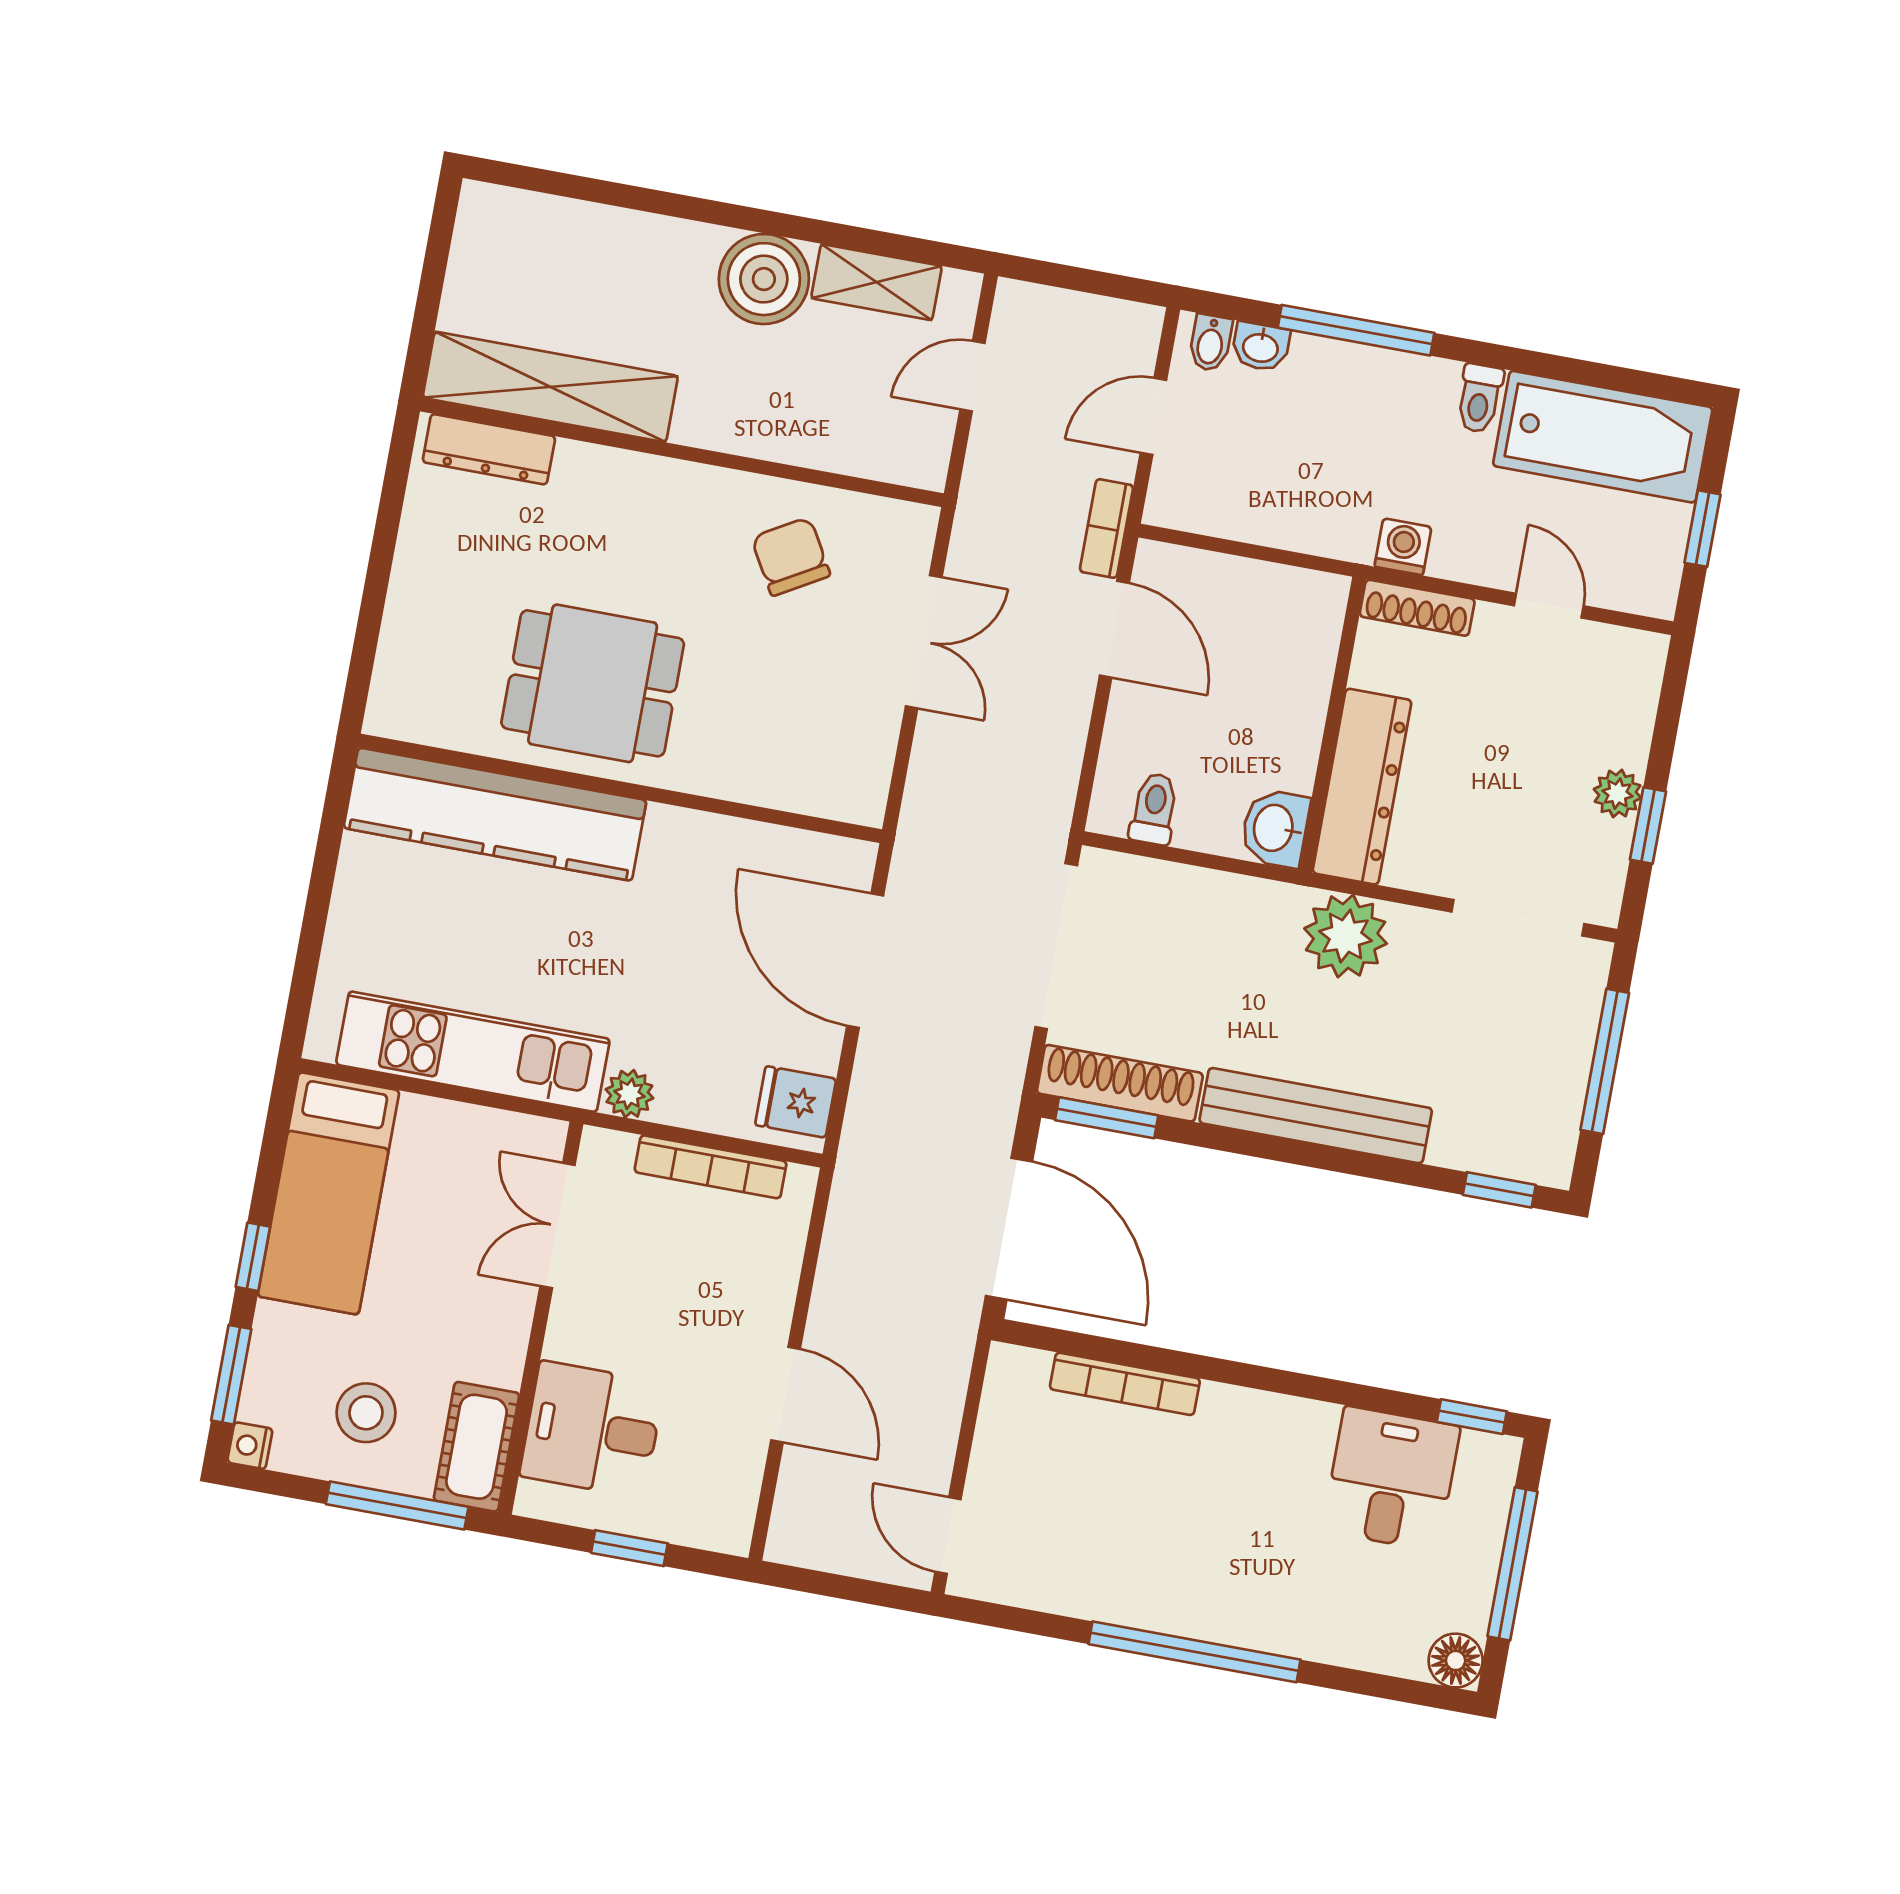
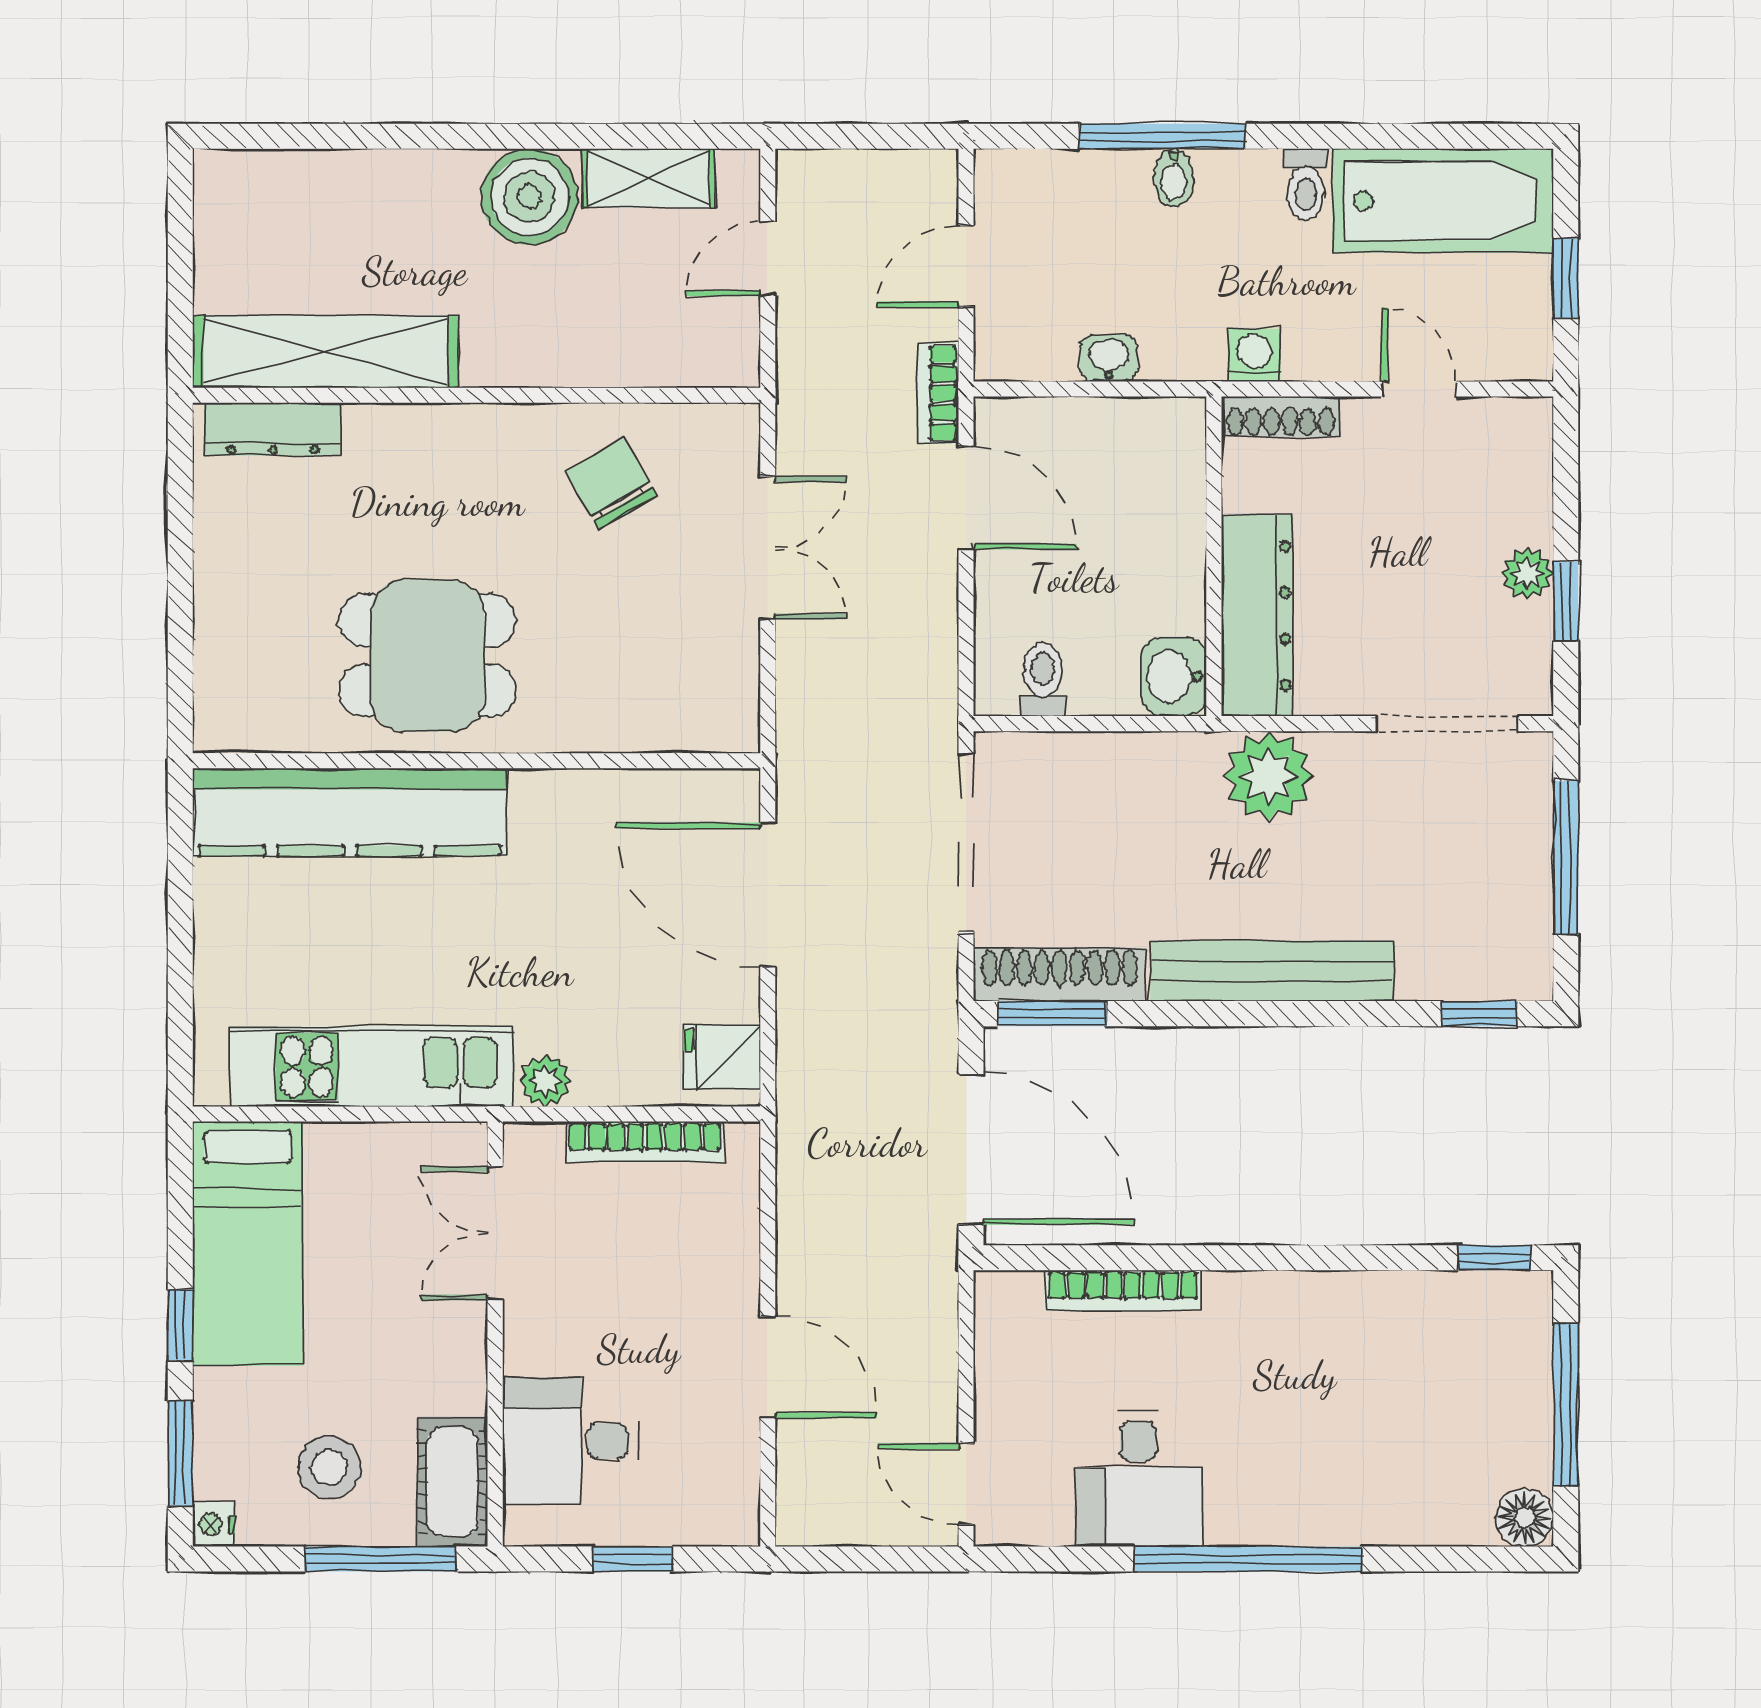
bidet: (1210, 343) -> (1174, 178), moved
washbasin: (1261, 347) -> (1109, 358), moved, turned 180
desk: (1391, 1479) -> (1138, 1478), moved, turned 180

